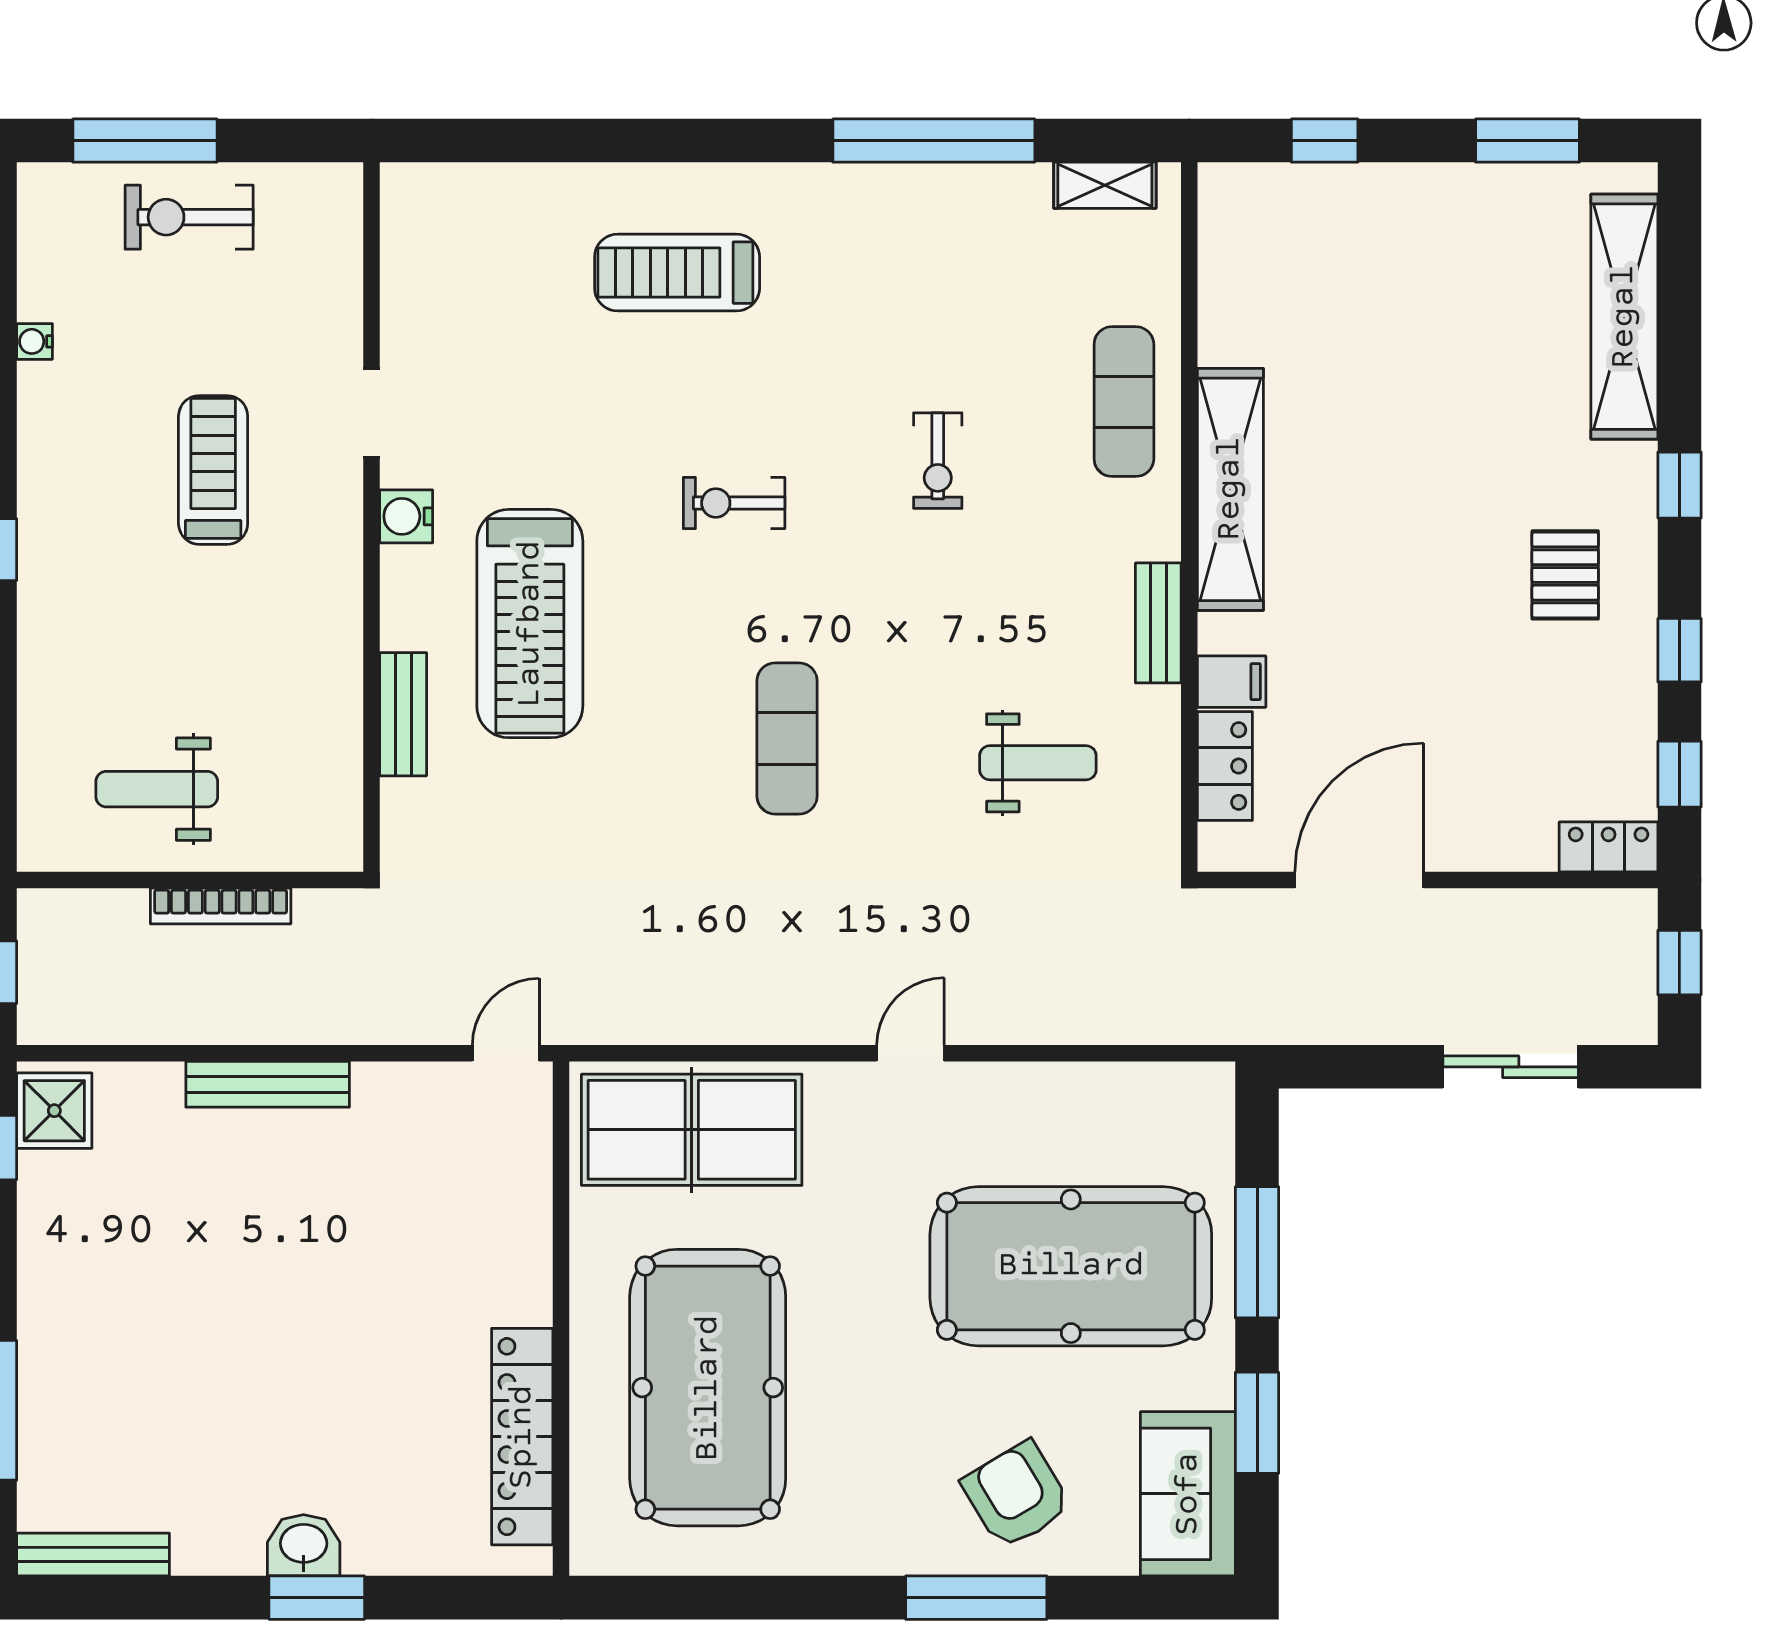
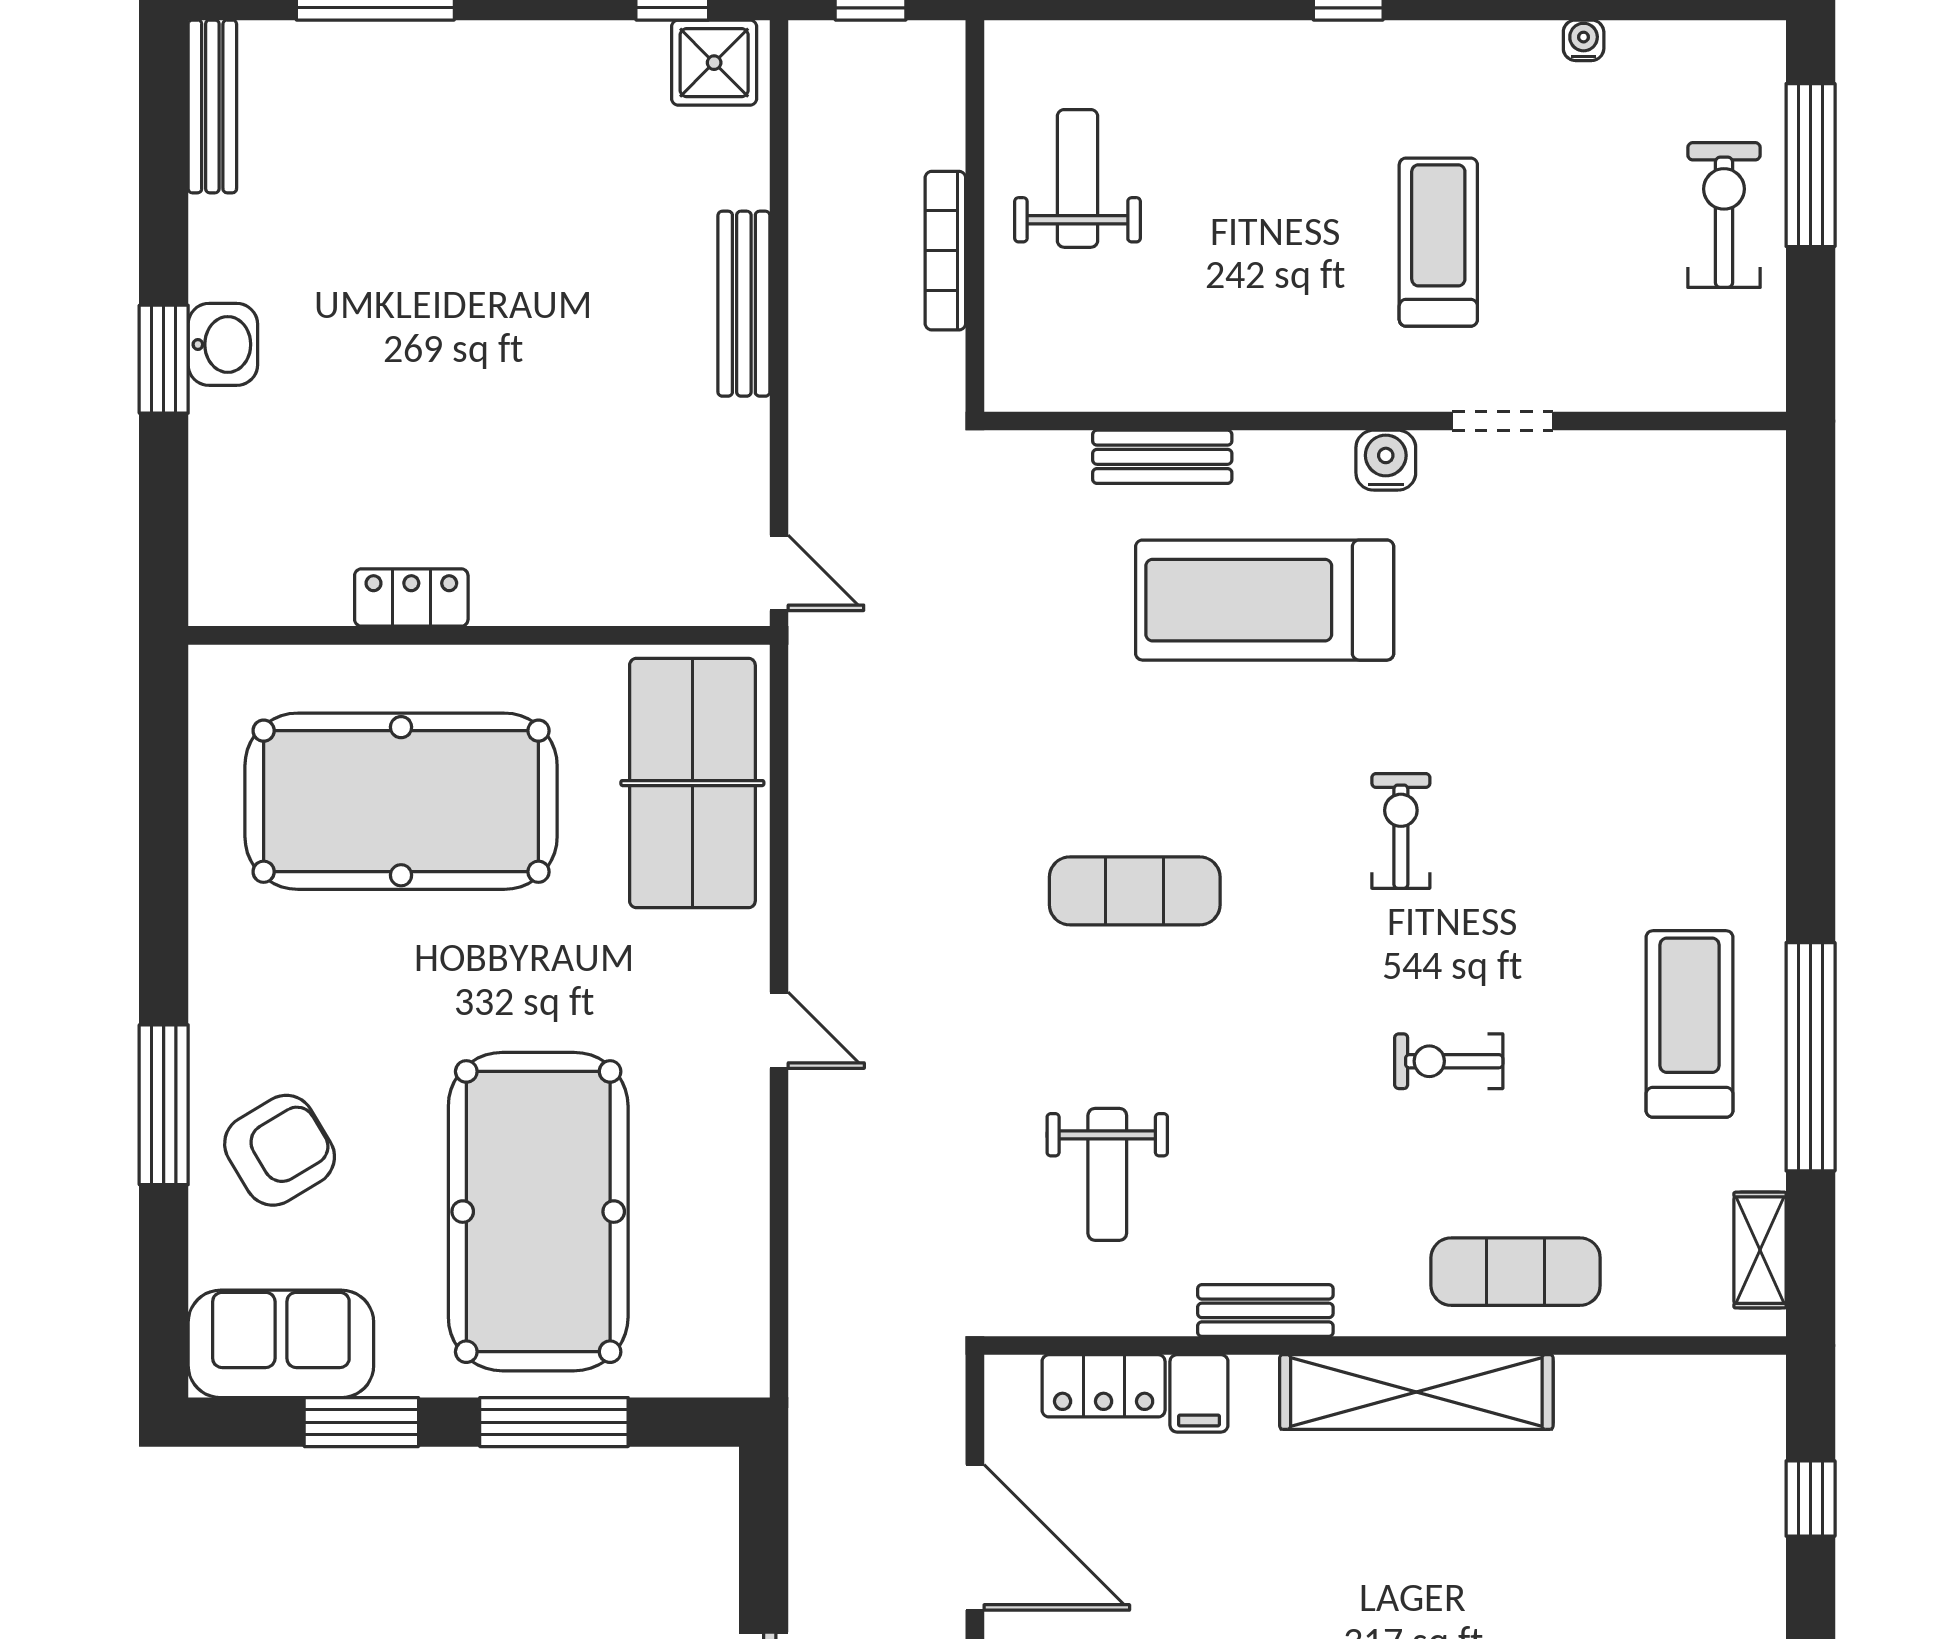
treadmill: (677, 273) -> (1689, 1024), moved
treadmill: (213, 470) -> (1438, 242), turned -90
locker: (522, 1437) -> (411, 598), width x0.46, depth x0.83

